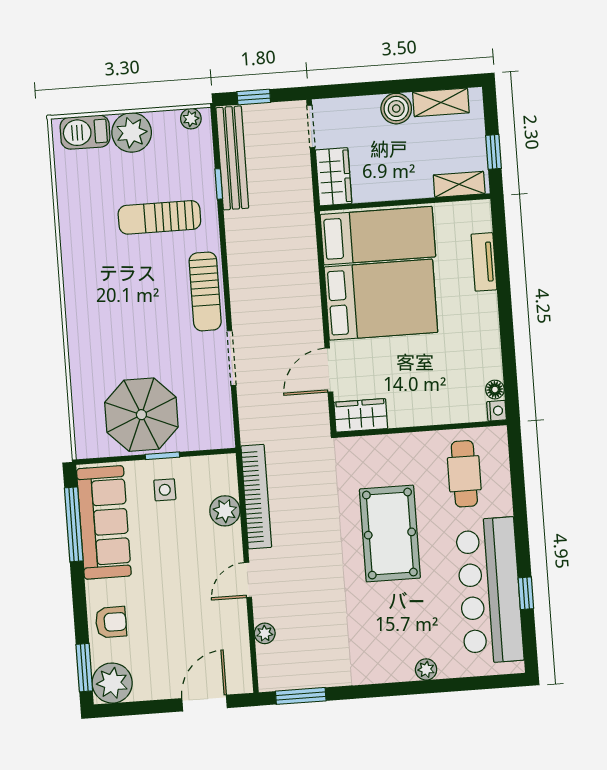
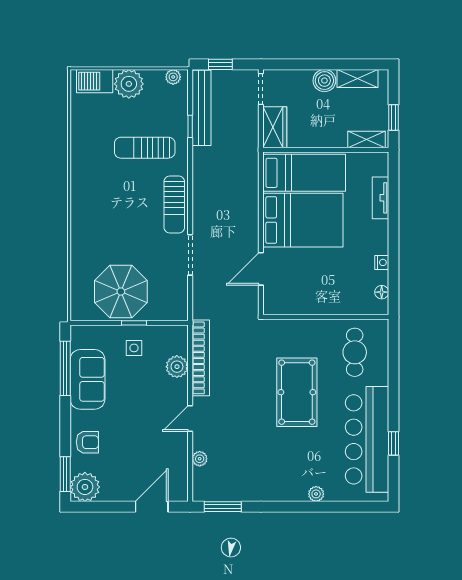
nightstand: (497, 411) -> (382, 262), moved
wardrobe: (361, 415) -> (282, 304), removed
sofa: (104, 522) -> (87, 379), width x0.73

